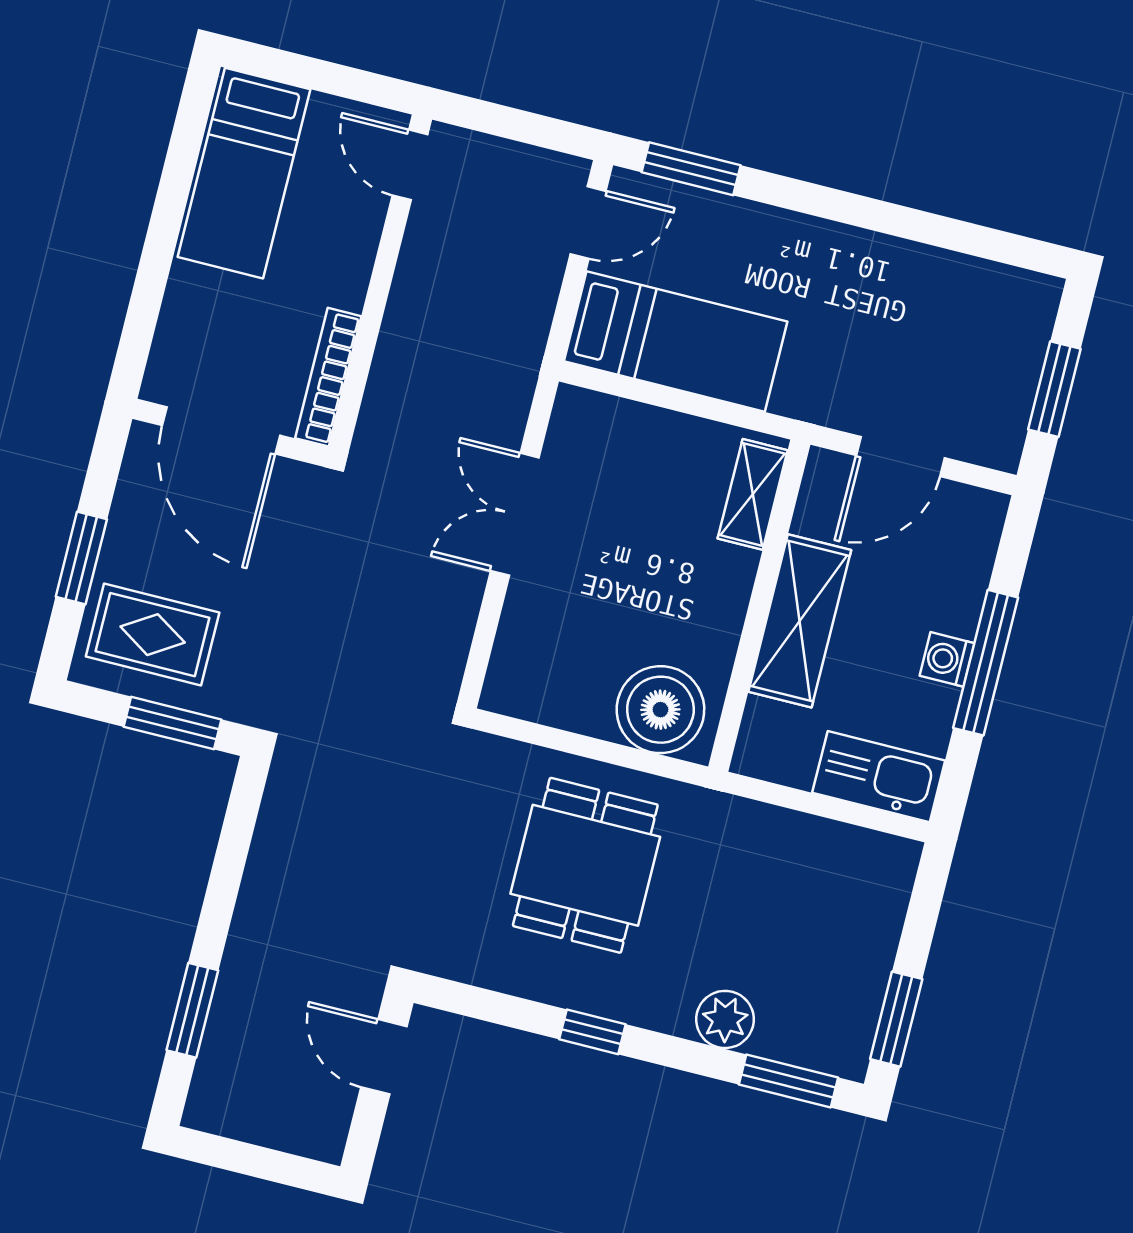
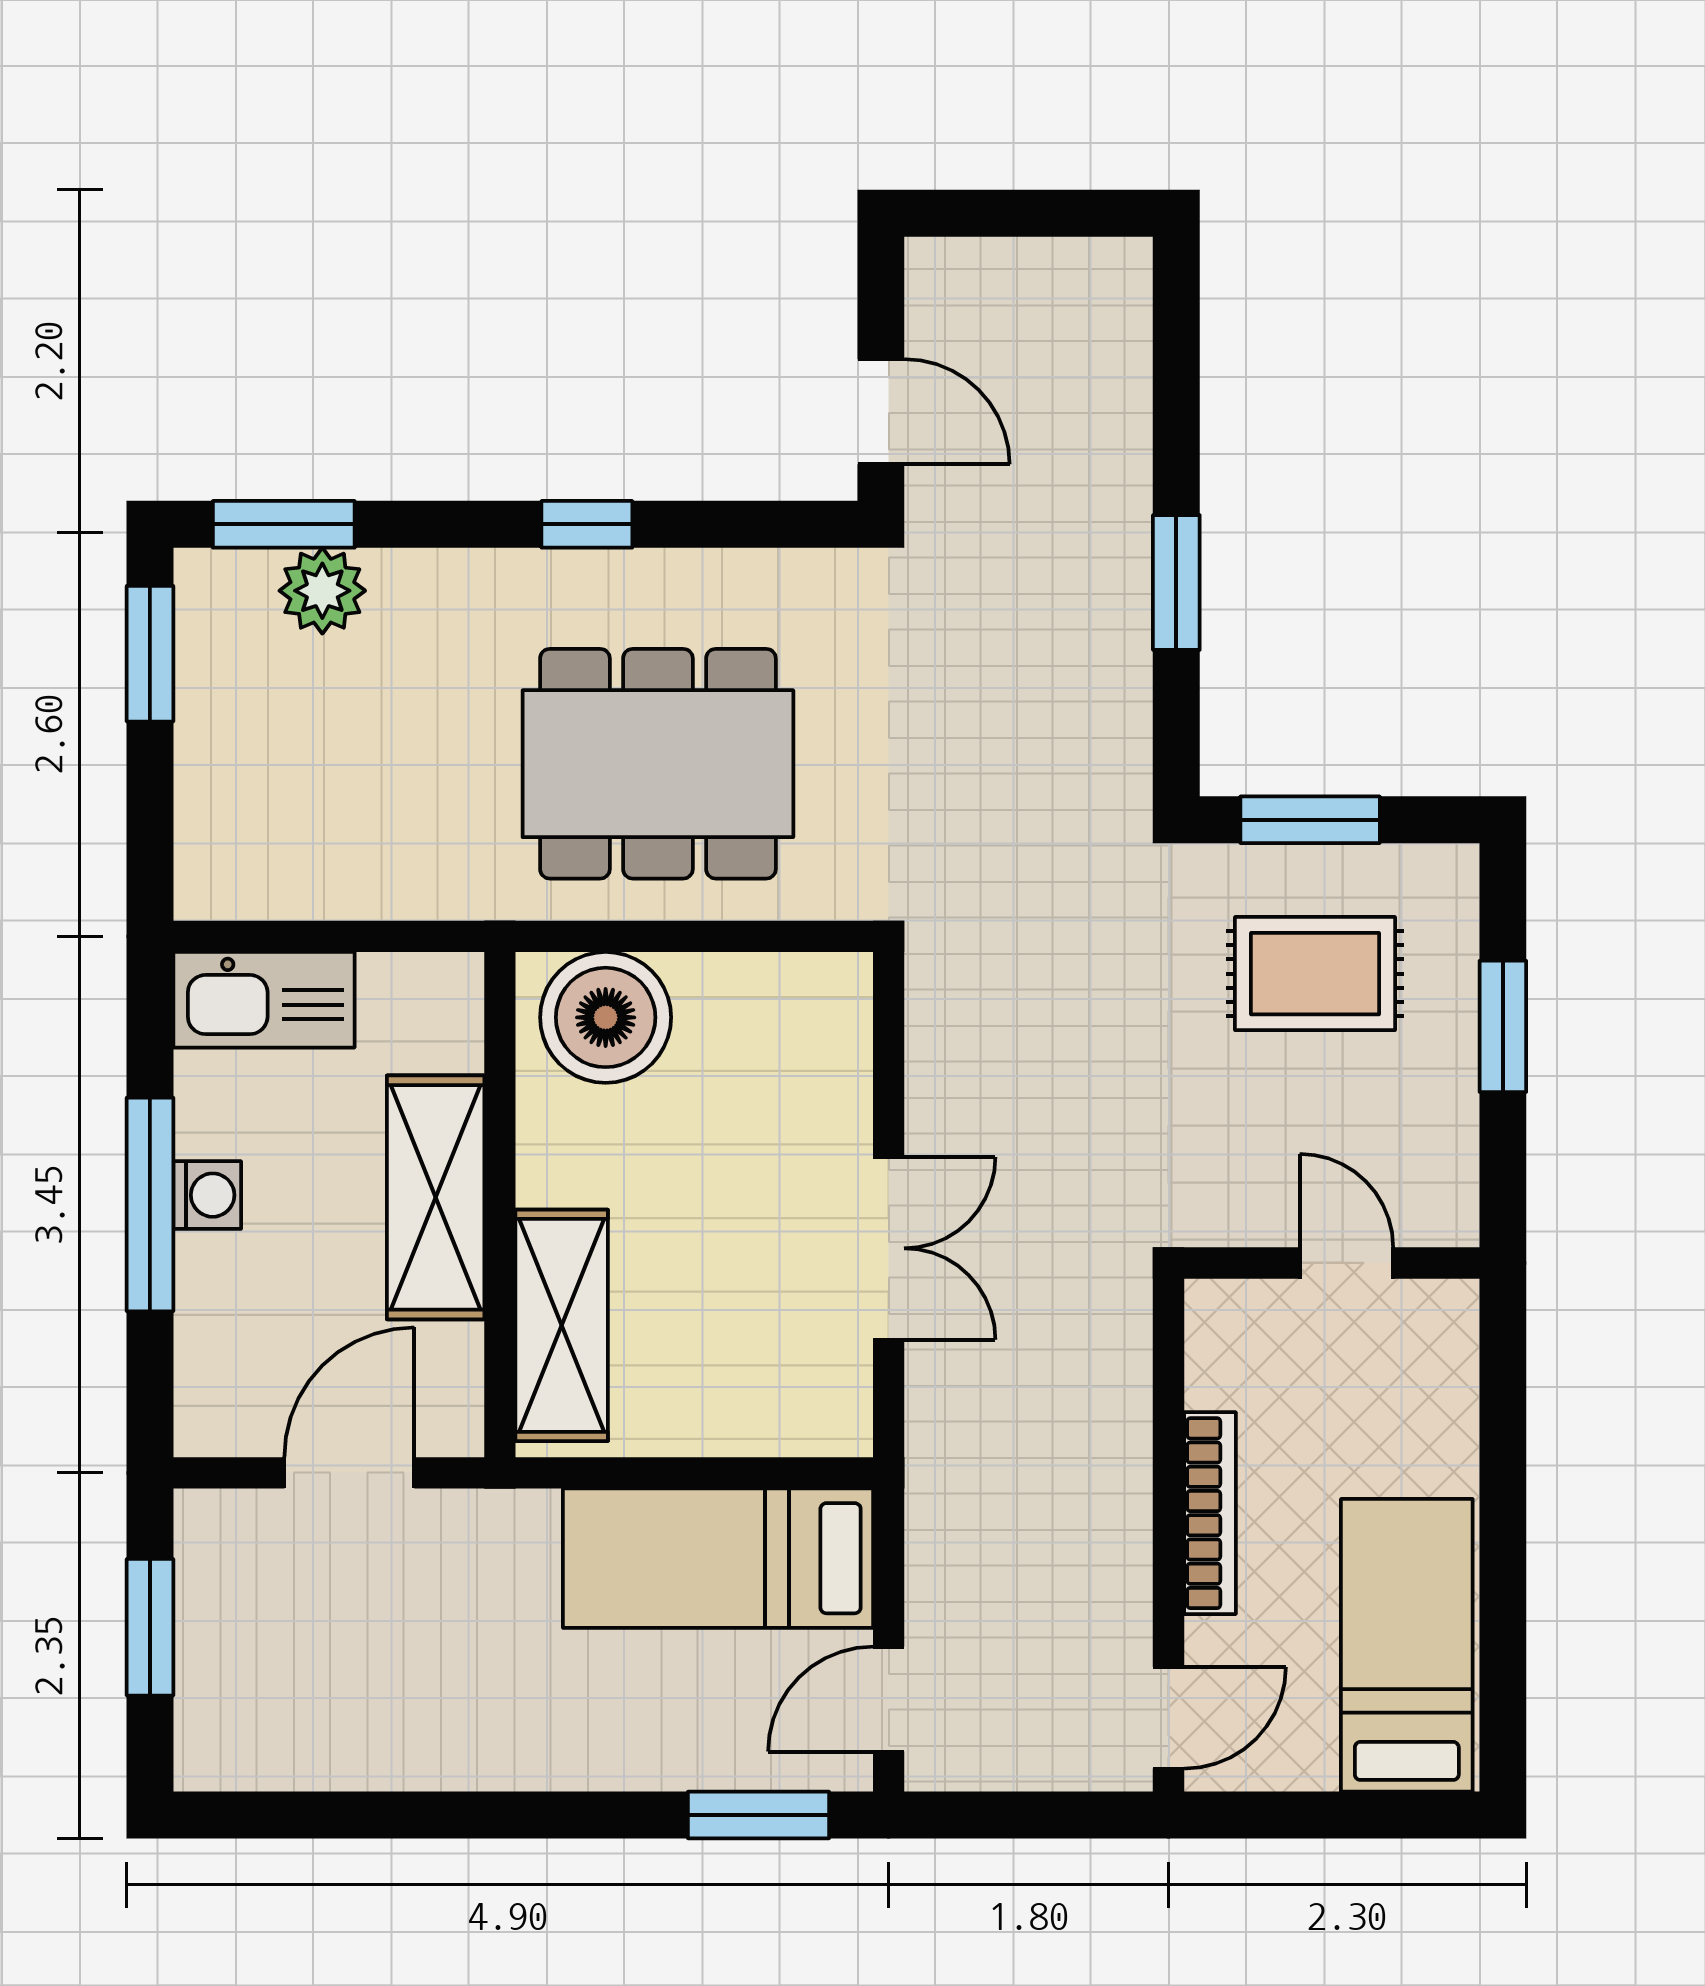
door: (410, 165) -> (1169, 1718), hinge flipped
bookcase: (328, 377) -> (1210, 1513), moved
door: (221, 430) -> (1346, 1263), width x0.53
shelving: (753, 494) -> (562, 1325), width x1.50, depth x1.33
rug: (153, 635) -> (1315, 974), moved
dining table: (585, 865) -> (658, 764), width x1.38
window: (192, 1010) -> (1176, 582), moved
plant: (725, 1019) -> (322, 591), moved

